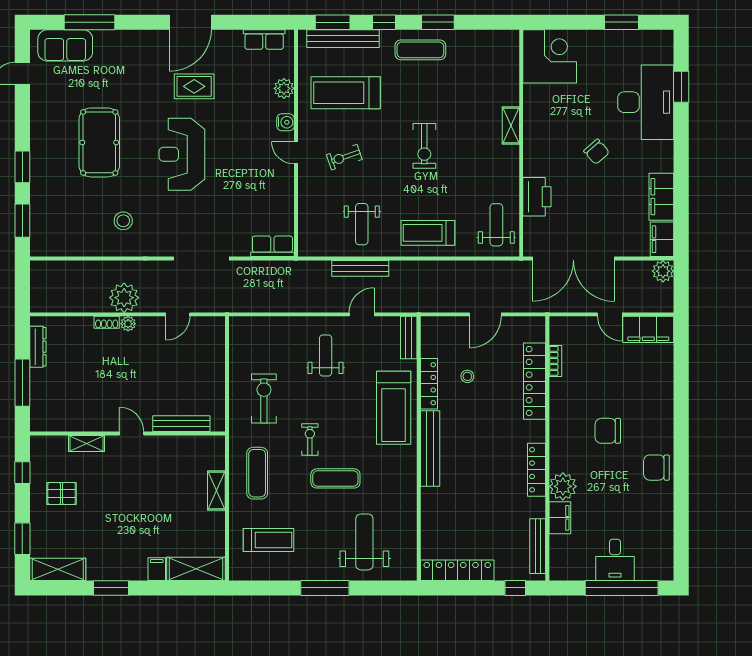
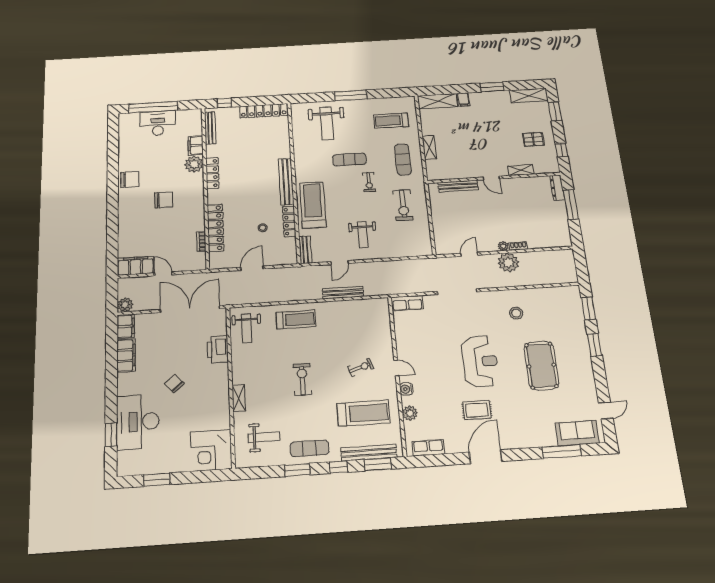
weight bench: (362, 224) -> (264, 437), moved, turned 90
dresser: (38, 347) -> (557, 188), moved
desk: (615, 560) -> (158, 123), width x1.37

